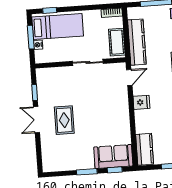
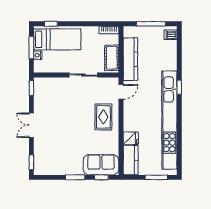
window: (35, 93) -> (31, 88), moved
fridge: (141, 102) -> (131, 138), moved
rug: (64, 120) -> (103, 117), moved
window: (39, 159) -> (31, 162), added

